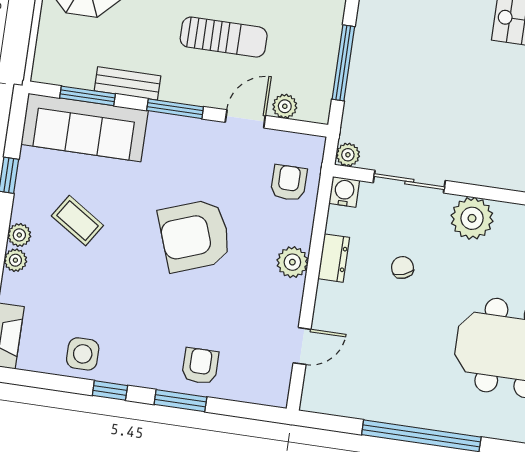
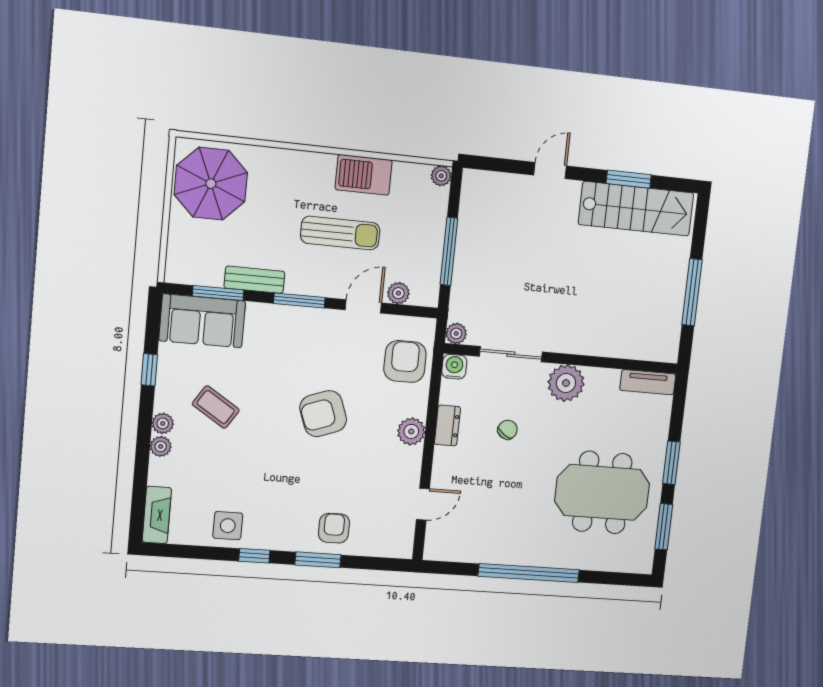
sofa: (85, 127) -> (202, 321), width x0.73
armchair: (289, 183) -> (405, 361), width x1.38, depth x1.38
armchair: (195, 236) -> (323, 414), width x0.73, depth x0.73
chair: (402, 267) -> (508, 430), turned 55

